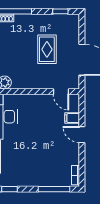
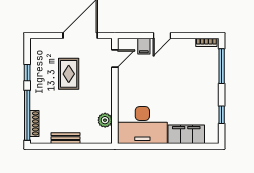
window: (60, 11) -> (27, 73), moved
rug: (47, 49) -> (69, 74), turned 90

